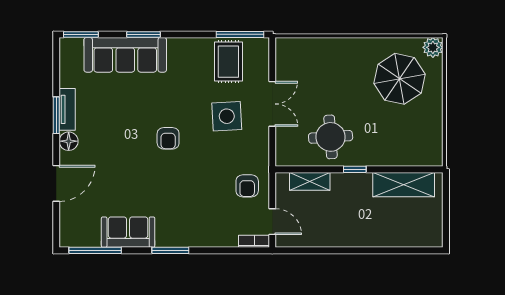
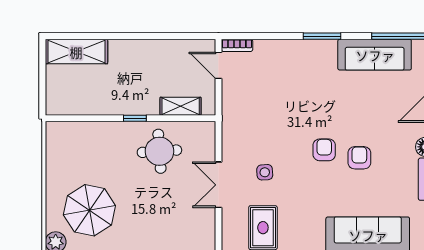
side table: (227, 116) -> (265, 172), width x0.54, depth x0.54
shelving: (404, 185) -> (76, 52), moved
armchair: (247, 186) -> (359, 158), moved
sofa: (128, 232) -> (375, 55), width x1.36

